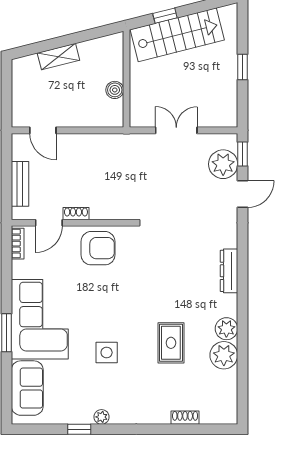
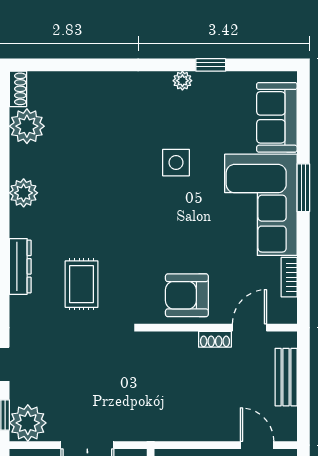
plant: (223, 164) -> (28, 423), moved
bookcase: (18, 244) -> (289, 277), moved
rug: (171, 343) -> (82, 284), moved
plant: (224, 355) -> (27, 126), moved
shoe rack: (185, 418) -> (18, 89), moved, turned -90

